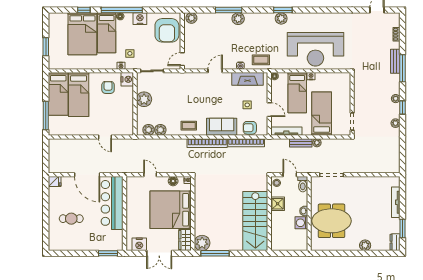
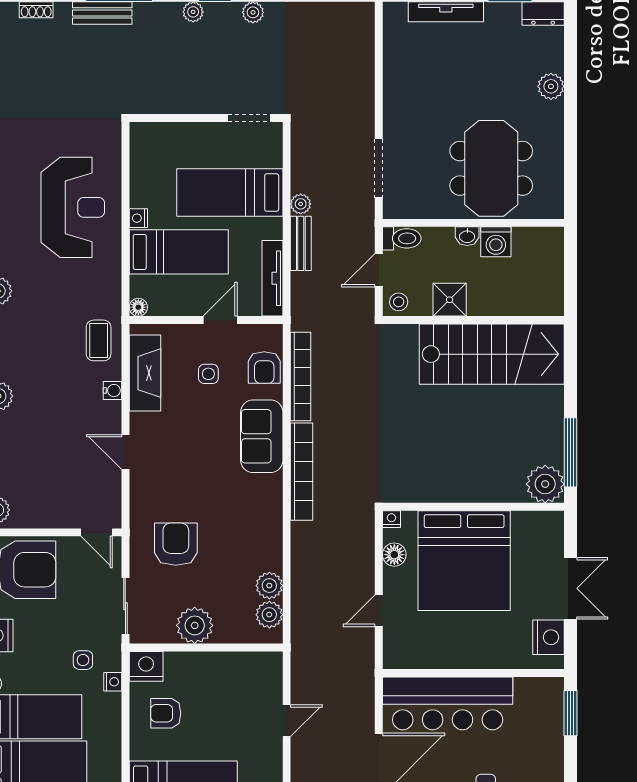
reception desk: (315, 49) -> (73, 207), width x0.74, depth x0.77
armchair: (177, 92) -> (176, 544), added
coffee table: (189, 126) -> (259, 516), removed
wardrobe: (185, 240) -> (538, 526), removed

